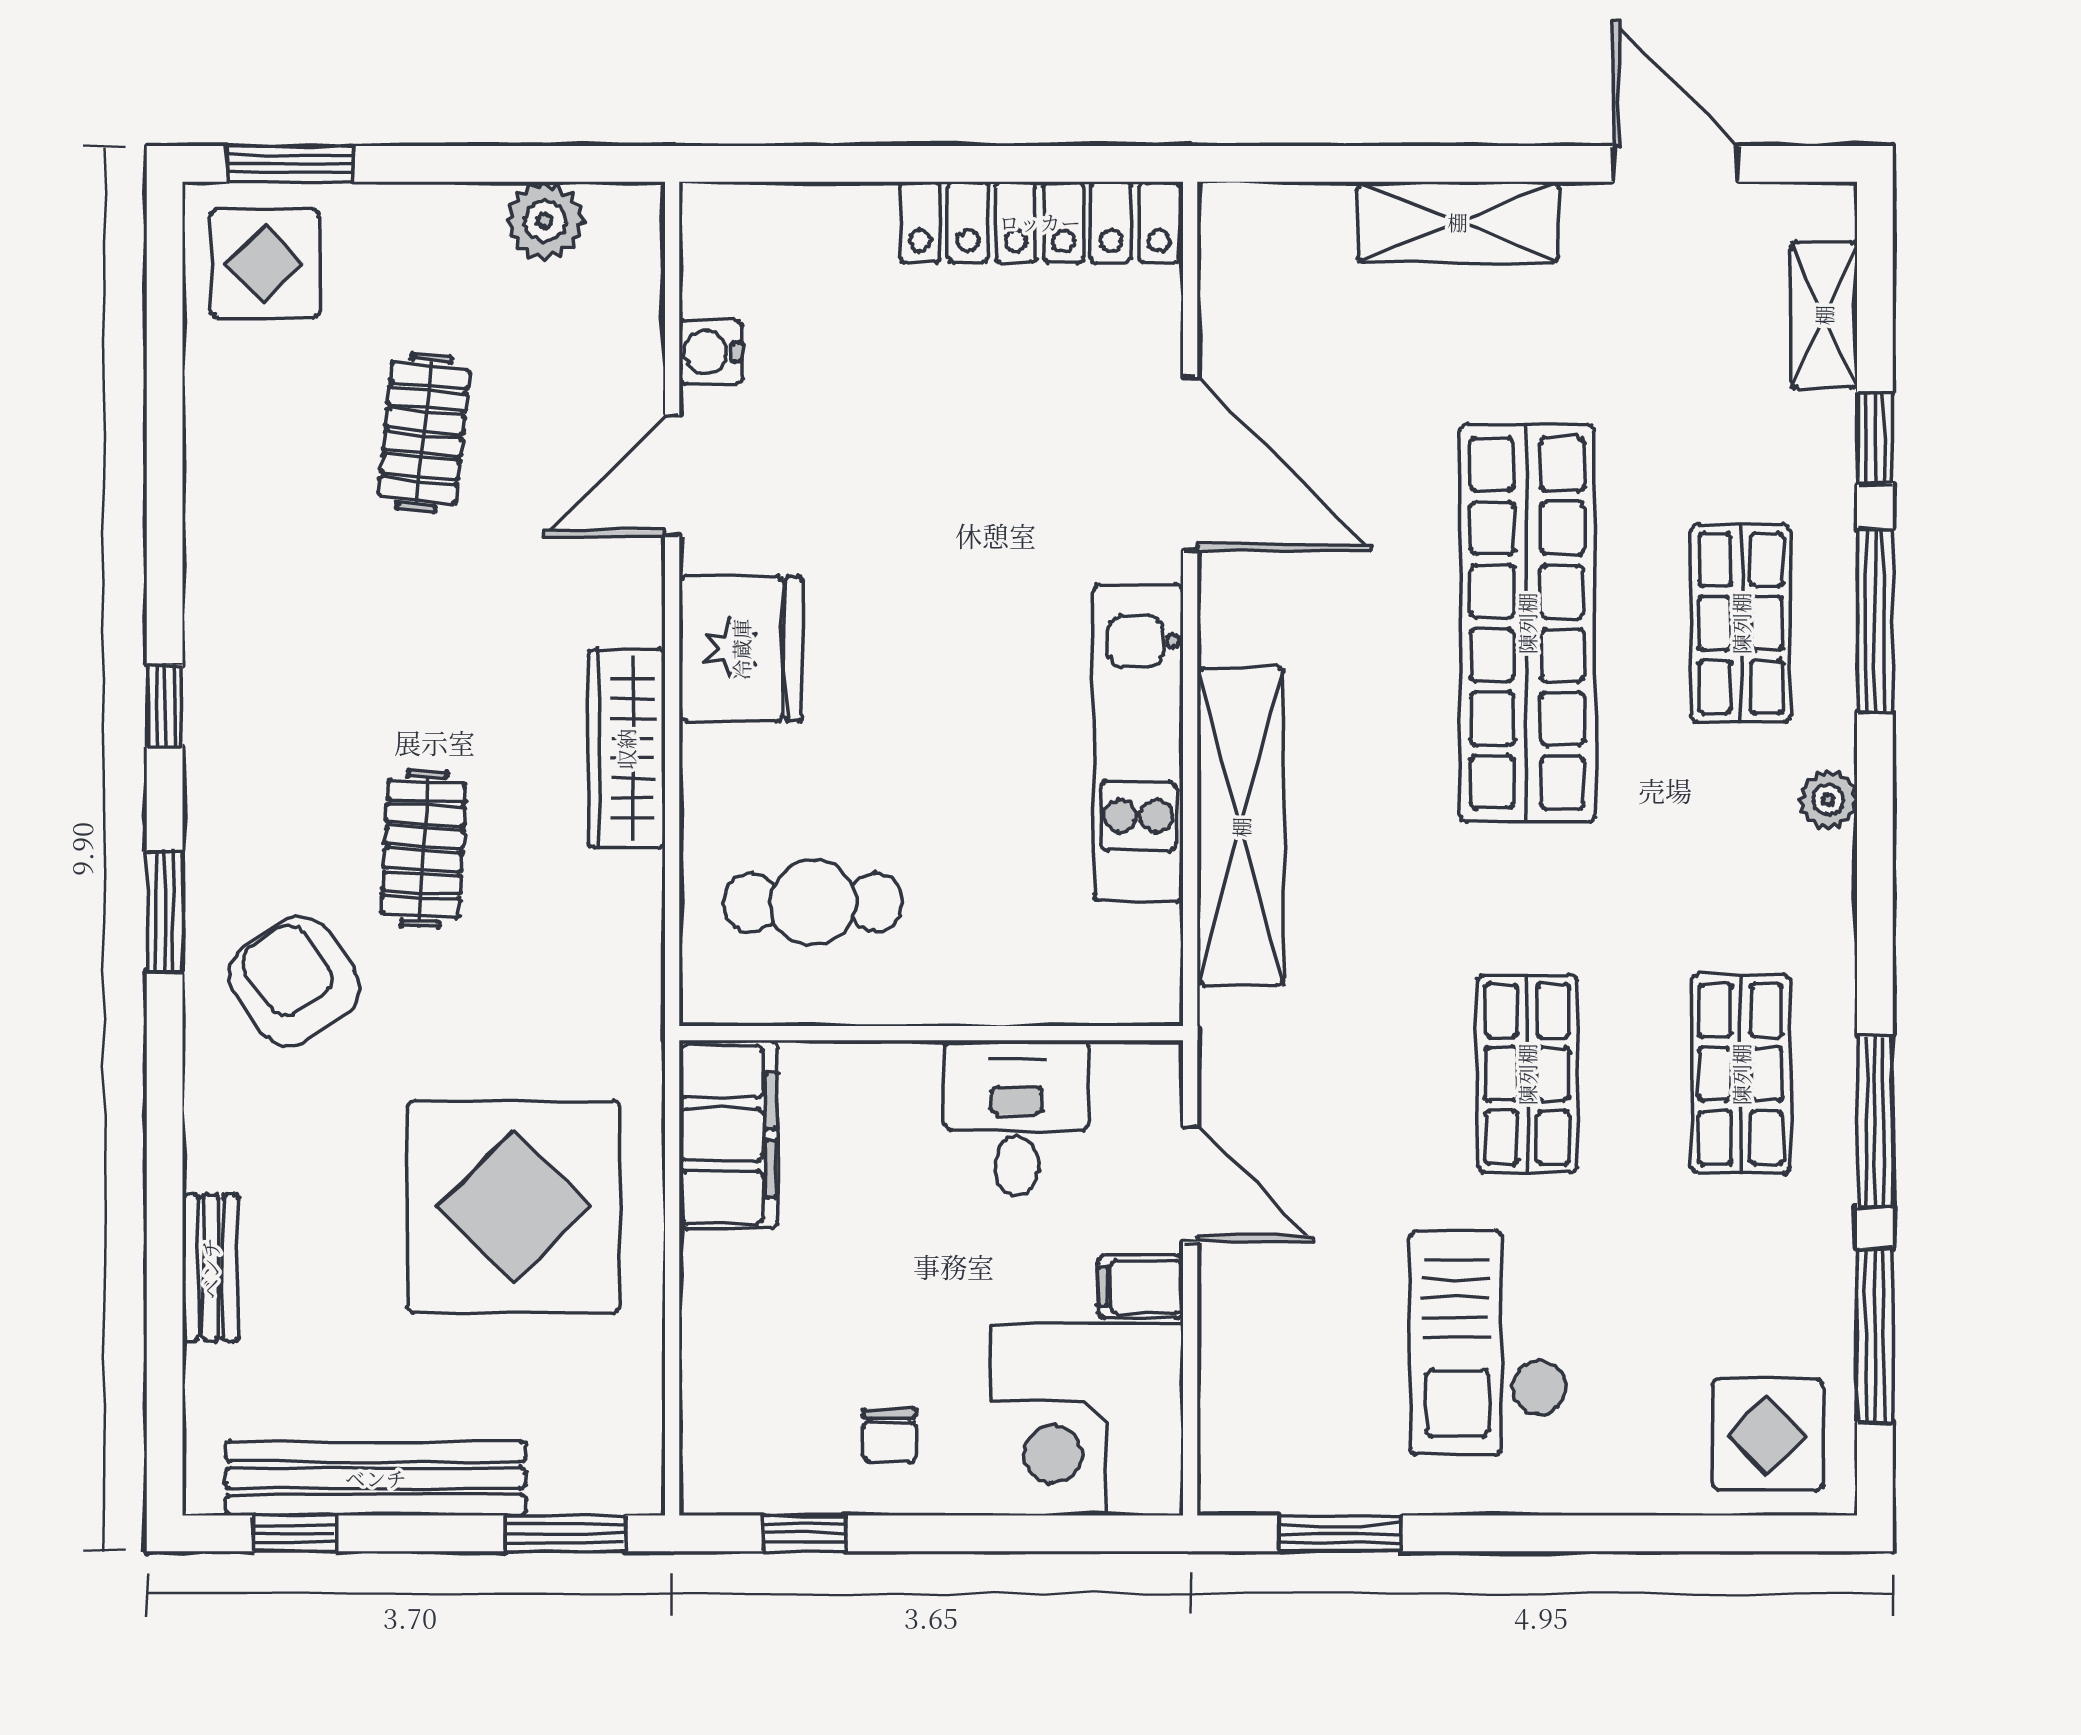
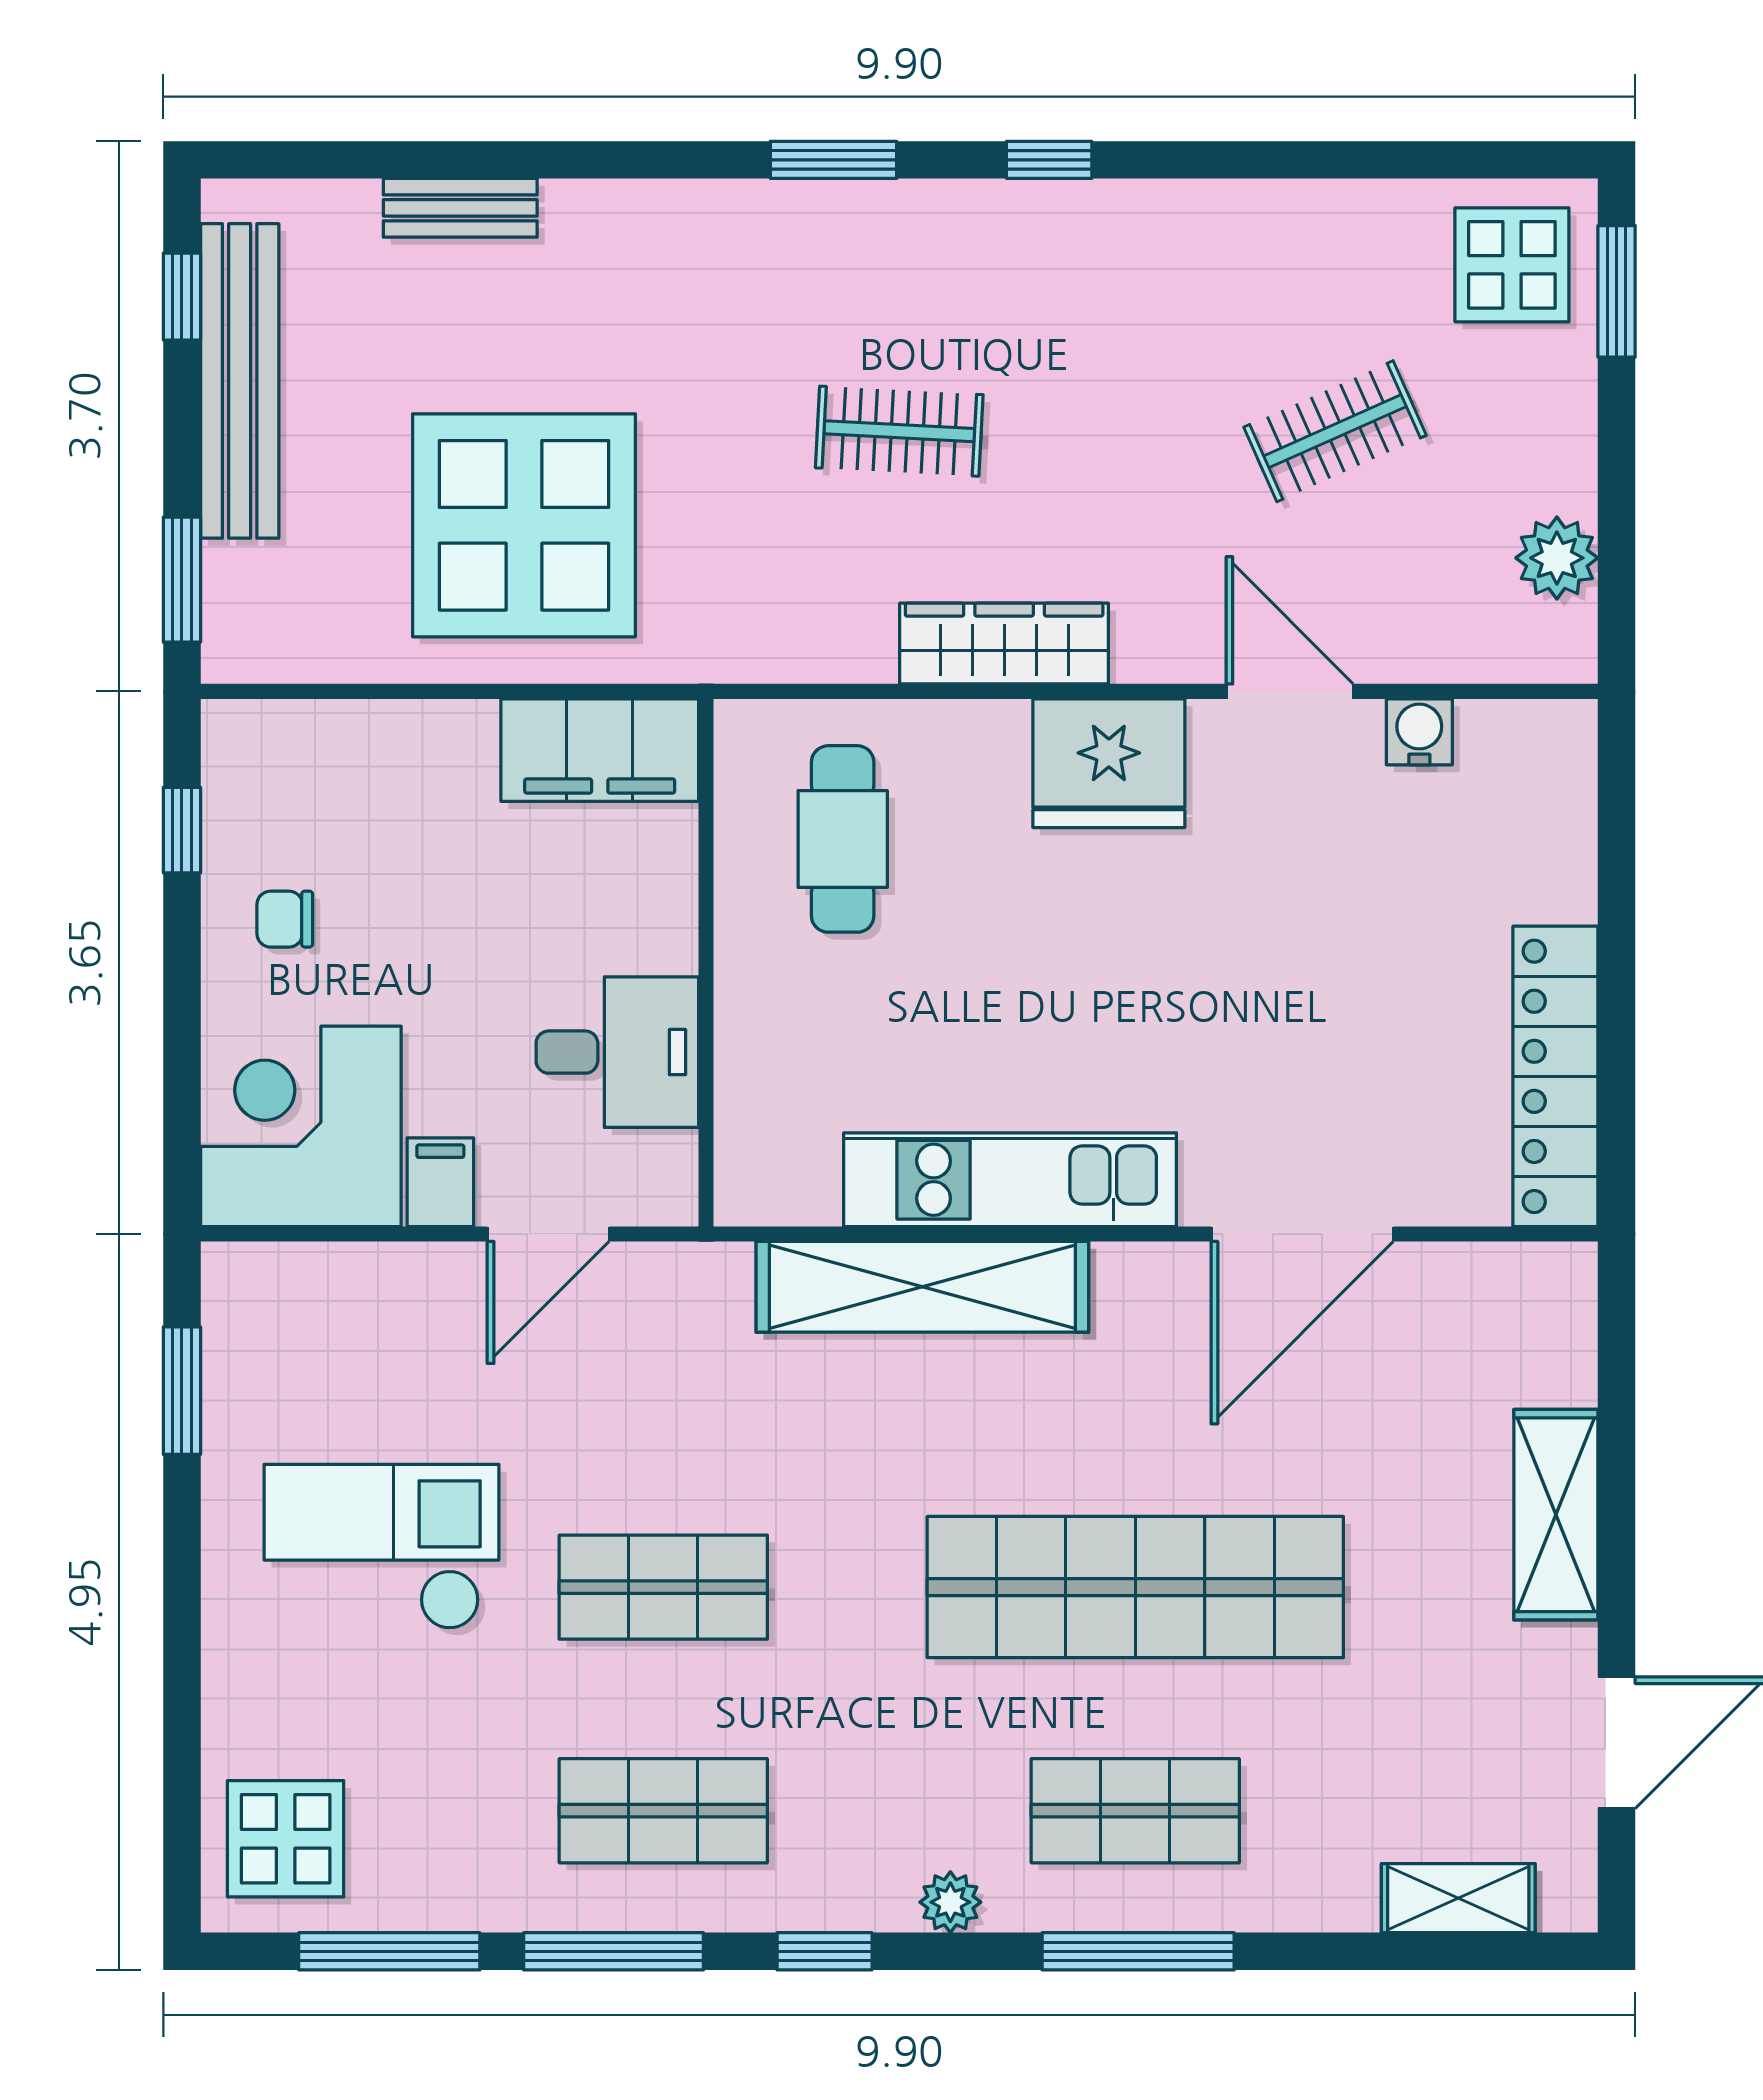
clothes rail: (424, 433) -> (1335, 431), turned -30
window: (1875, 439) -> (825, 1951), moved
armchair: (295, 981) -> (760, 296), removed

